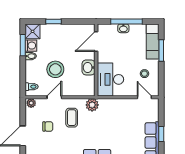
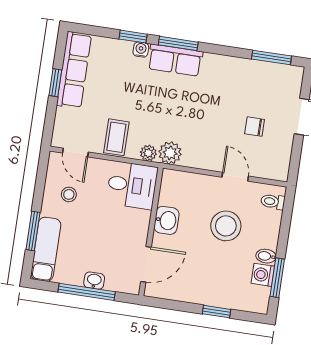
shower: (33, 31) -> (256, 299), removed
desk: (110, 79) -> (132, 185), width x0.73
door: (54, 97) -> (235, 177), swing flipped
plant: (31, 103) -> (148, 153), moved
coffee table: (72, 118) -> (116, 137), moved

